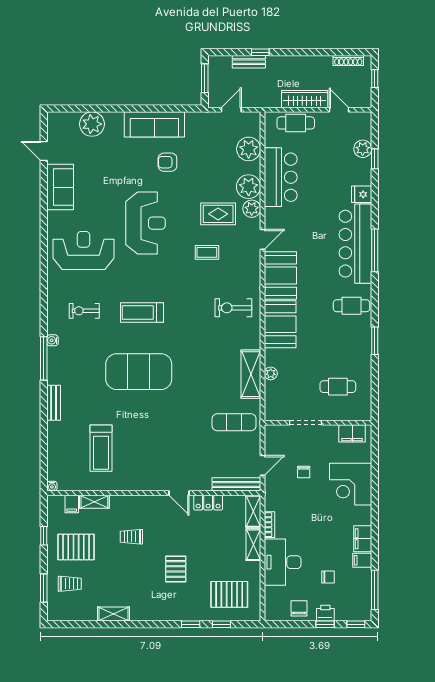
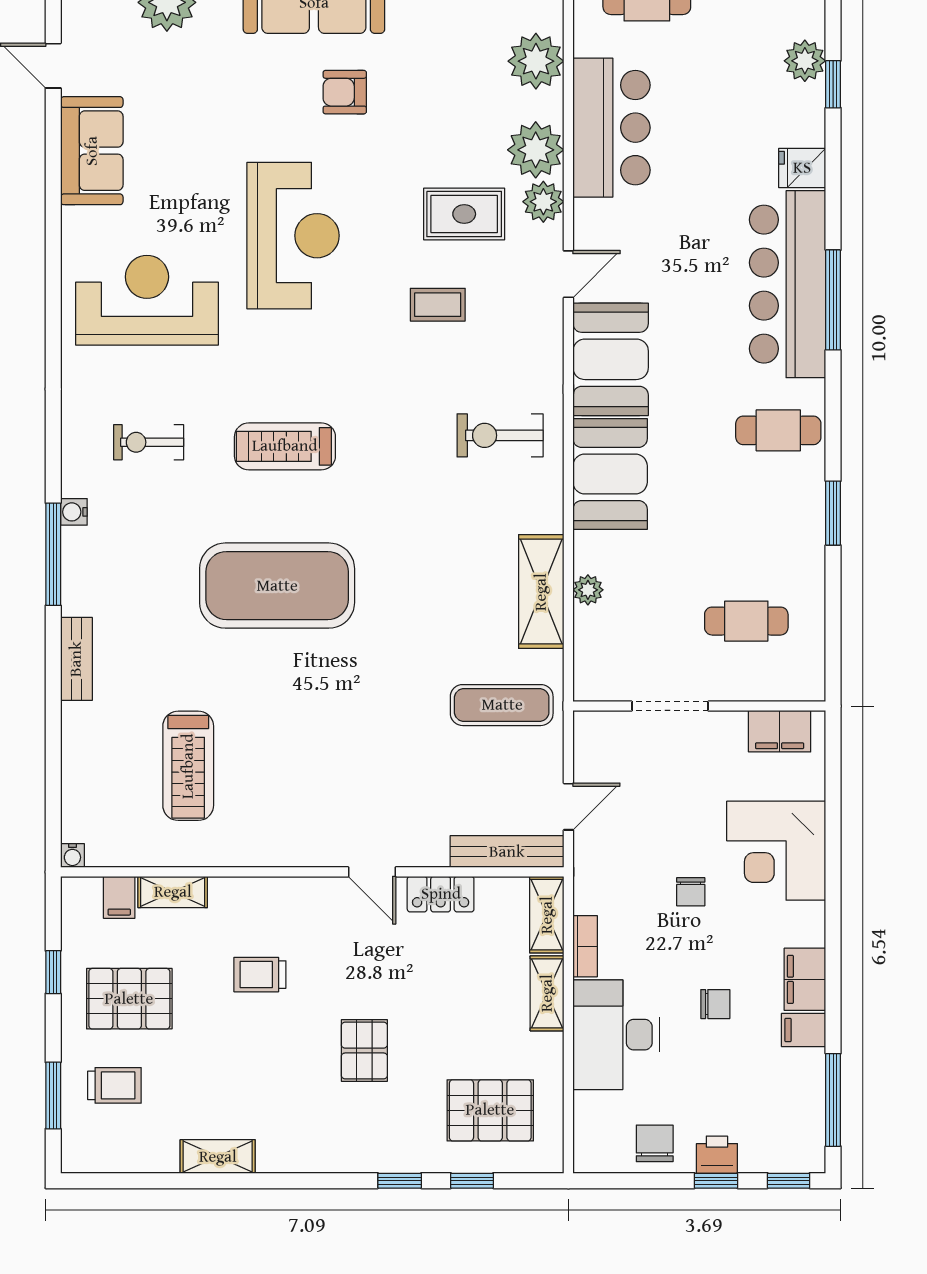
chair: (304, 472) -> (691, 892), moved
chair: (328, 577) -> (715, 1004), moved

